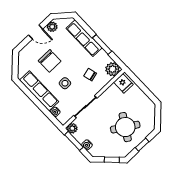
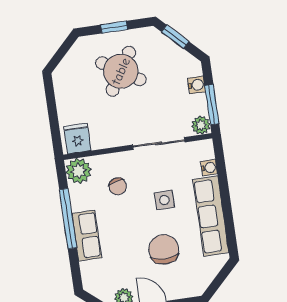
row of seats: (84, 38) -> (87, 236), width x0.68
window: (102, 44) -> (68, 219), width x1.44

